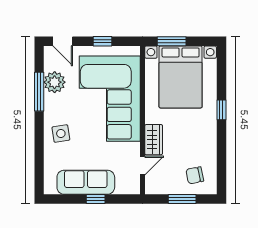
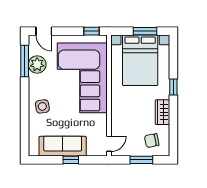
window: (102, 41) -> (92, 31), moved
window: (172, 41) -> (145, 31), moved
window: (39, 92) -> (25, 61), moved
wardrobe: (154, 140) -> (163, 112), moved, turned 180
door: (143, 166) -> (109, 144), moved

